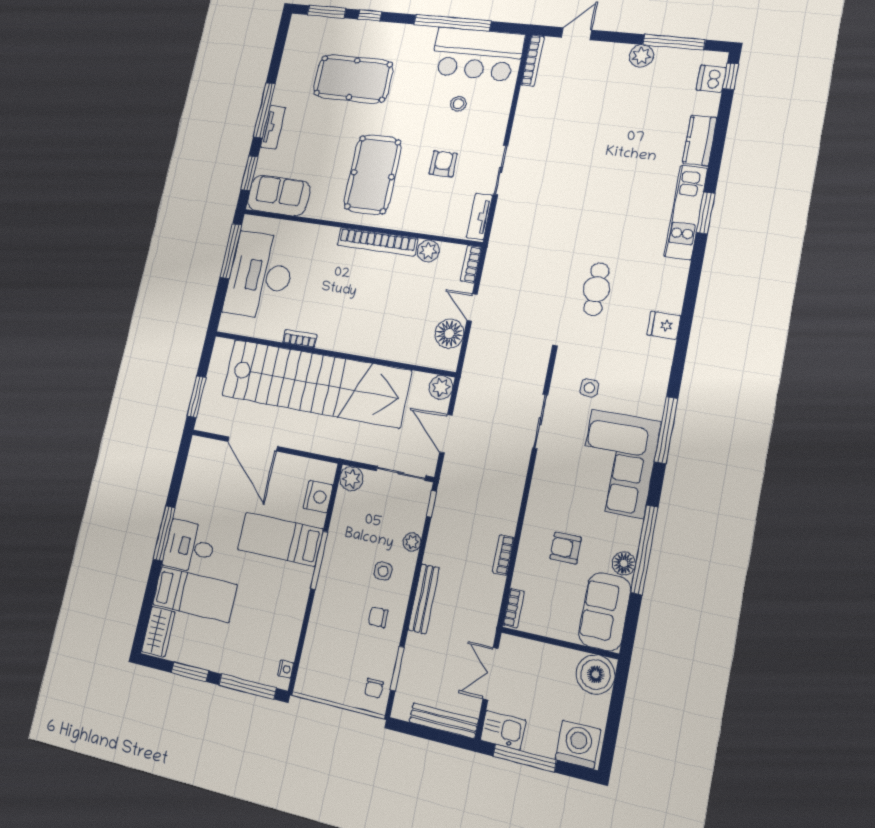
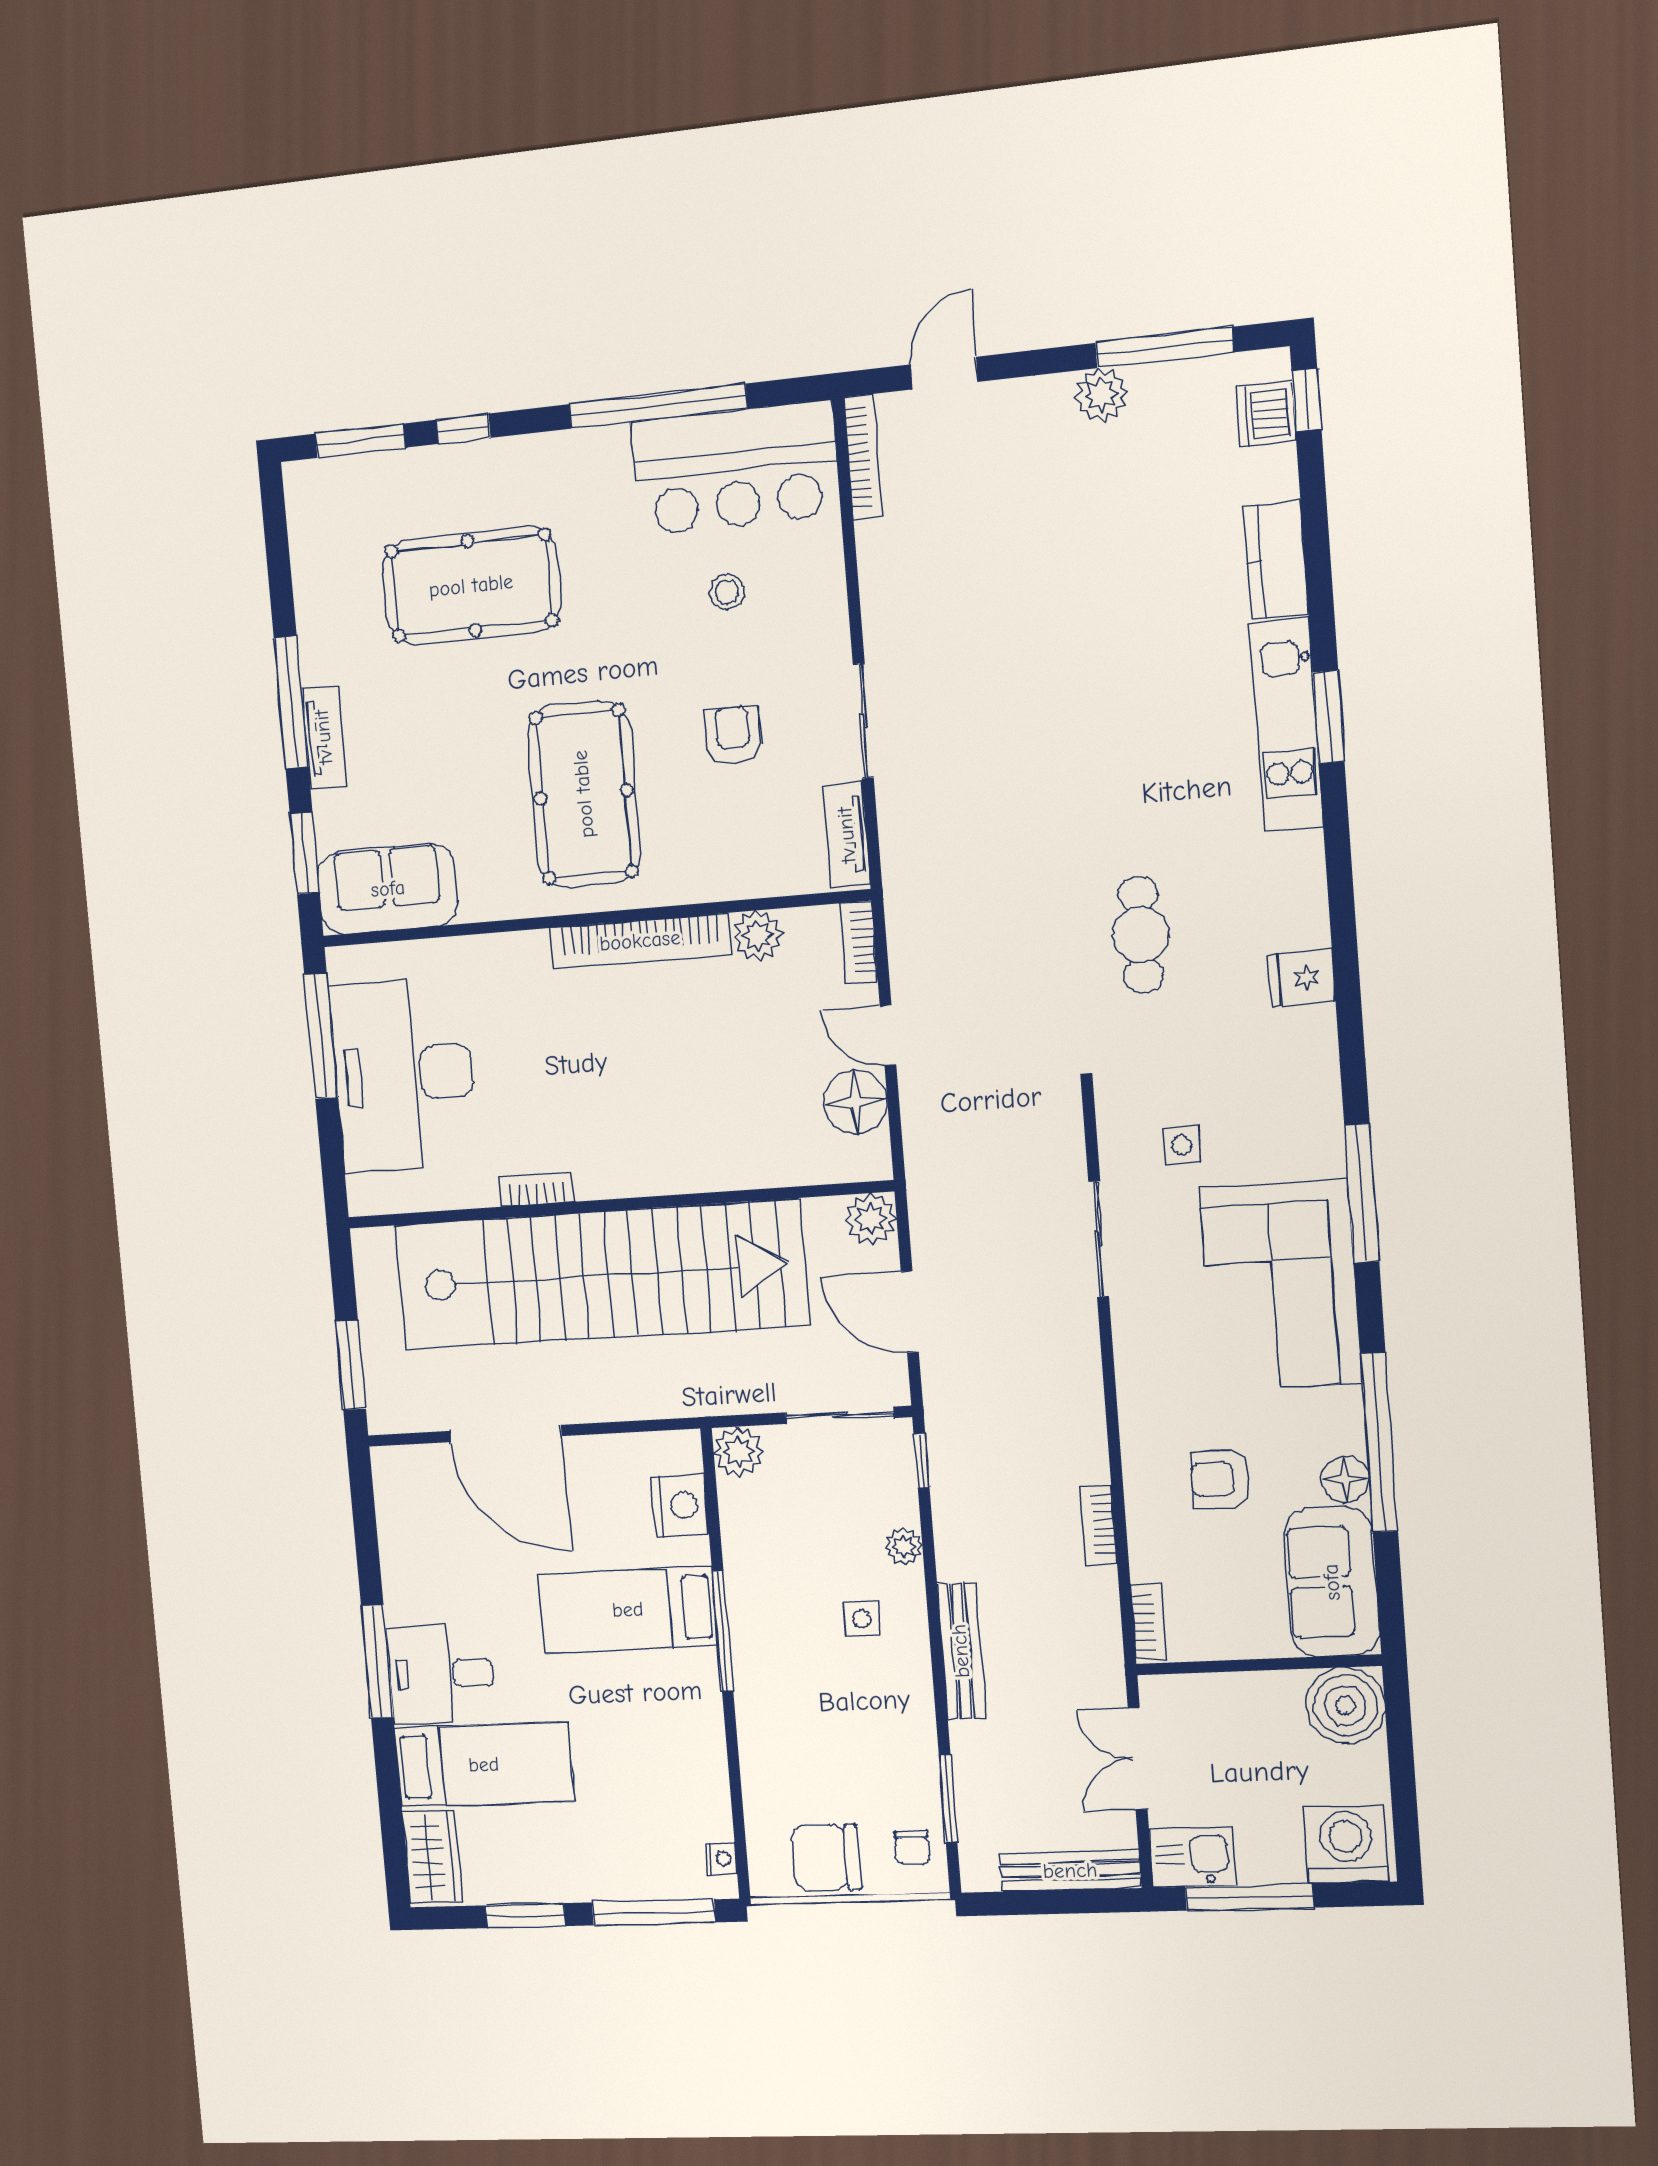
chair: (378, 617) -> (826, 1858), moved, width x1.87, depth x1.87

